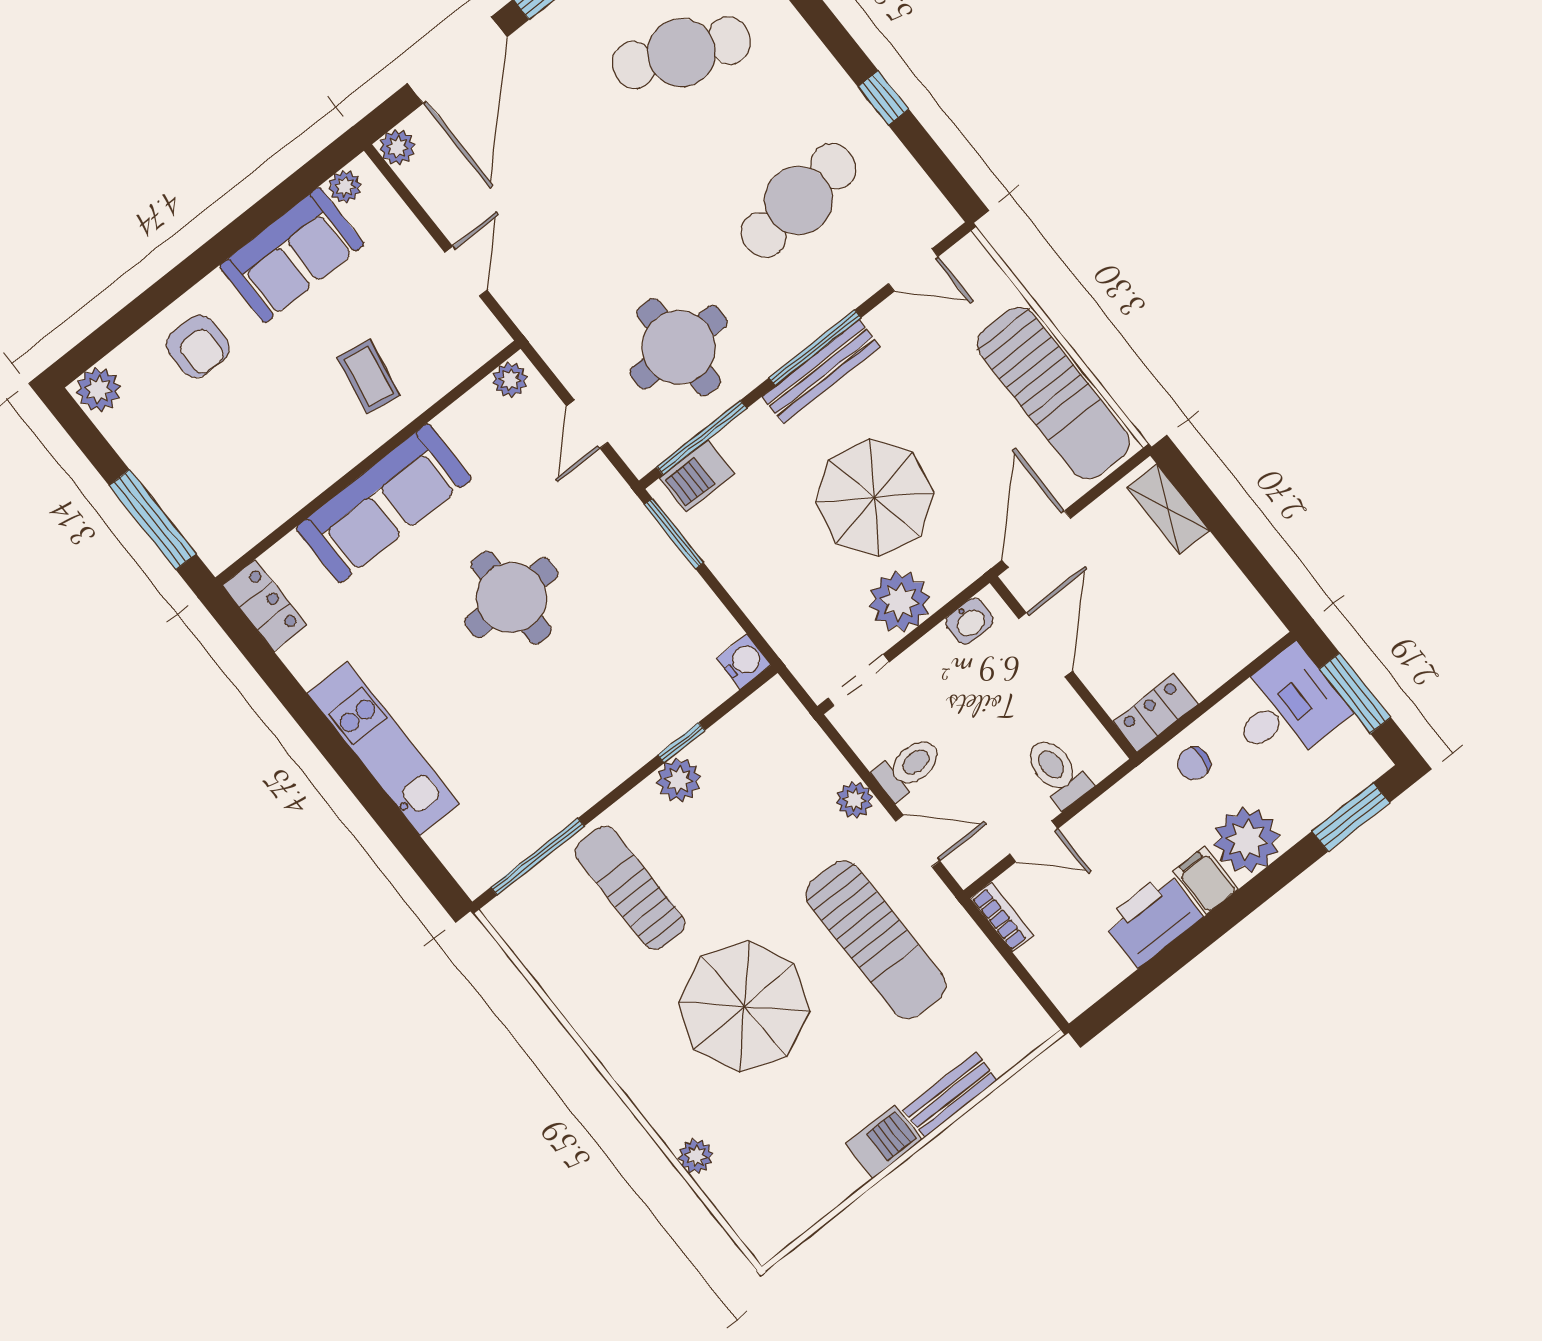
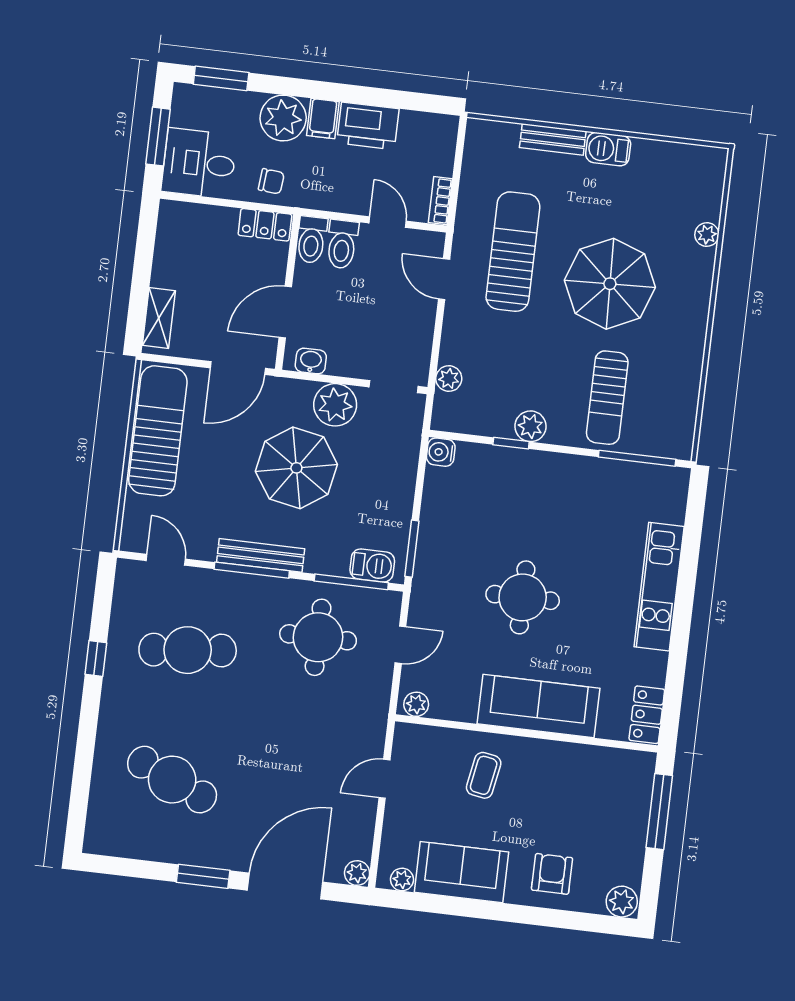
toilet: (908, 768) -> (312, 240), moved, turned -90
plant: (855, 800) -> (449, 379), moved

